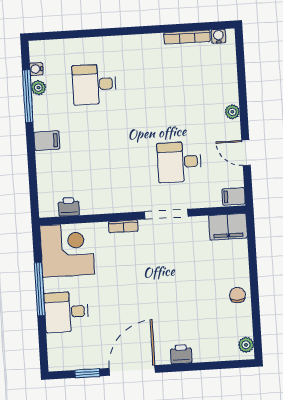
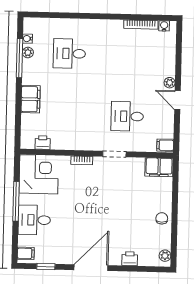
filing cabinet: (47, 141) -> (31, 99), width x2.00
door: (246, 153) -> (177, 100), moved
doorway: (166, 214) -> (114, 154), width x0.73
printer: (181, 354) -> (130, 259), moved
filing cabinet: (59, 358) -> (26, 253), added
door: (132, 370) -> (91, 268), moved

